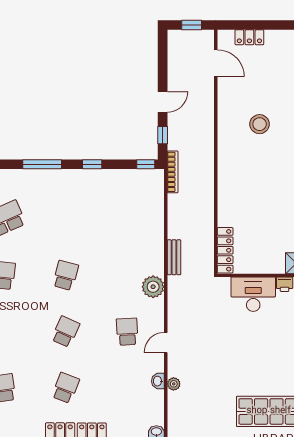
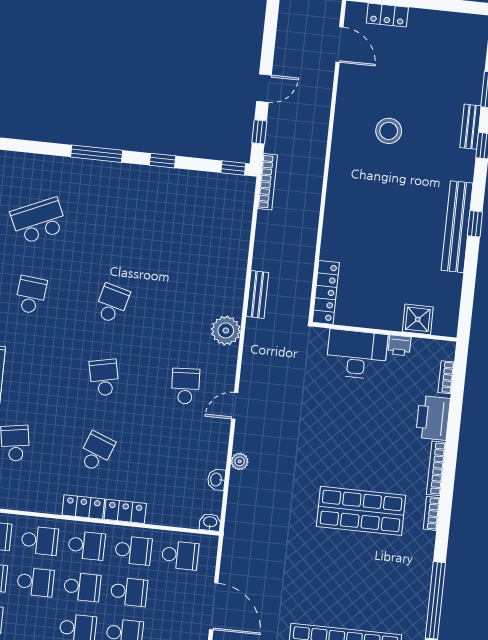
school desk: (66, 332) -> (104, 378), turned -36
washbasin: (158, 381) -> (216, 480), moved

